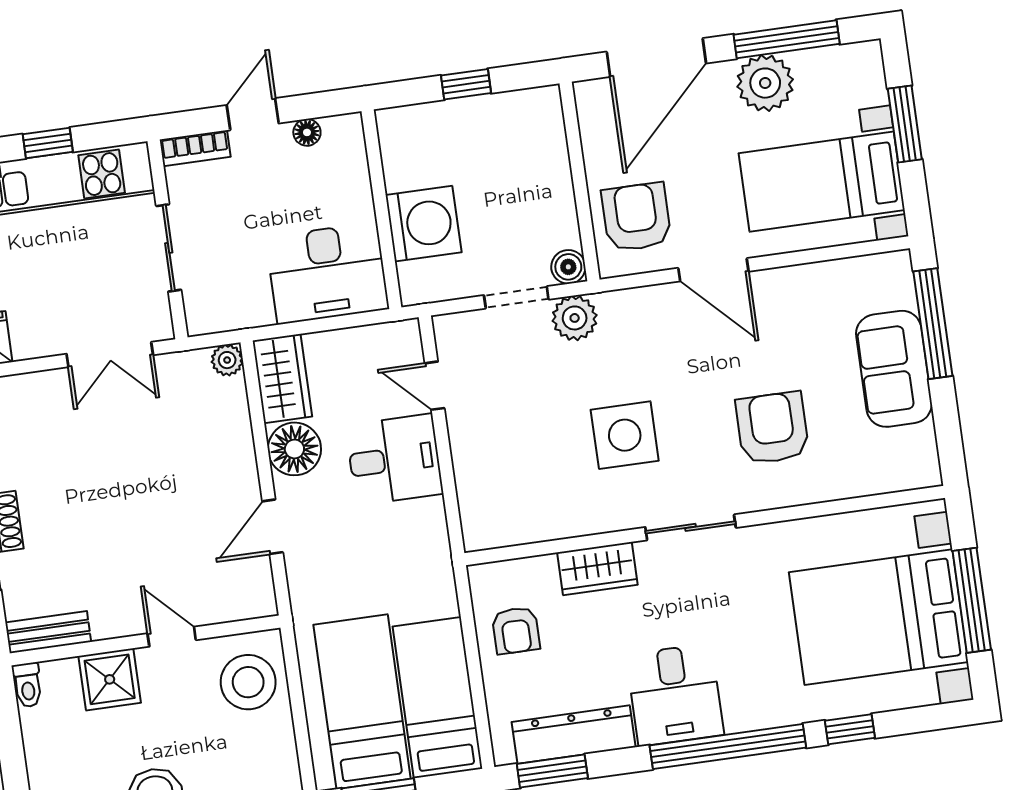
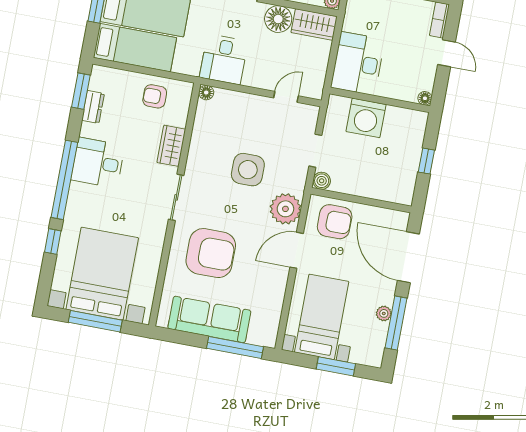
plant: (765, 83) -> (384, 313), width x0.53, depth x0.53
floor lamp: (307, 132) -> (425, 98), moved
plant: (575, 318) -> (285, 209), moved, width x1.36, depth x1.36
sofa: (894, 369) -> (209, 319), width x1.36
armchair: (772, 428) -> (211, 253), width x1.36, depth x1.36
side table: (625, 435) -> (248, 170), moved
desk: (394, 459) -> (224, 59), moved
floor lamp: (476, 537) -> (206, 93), added
dresser: (574, 735) -> (93, 107), width x0.51, depth x0.80

